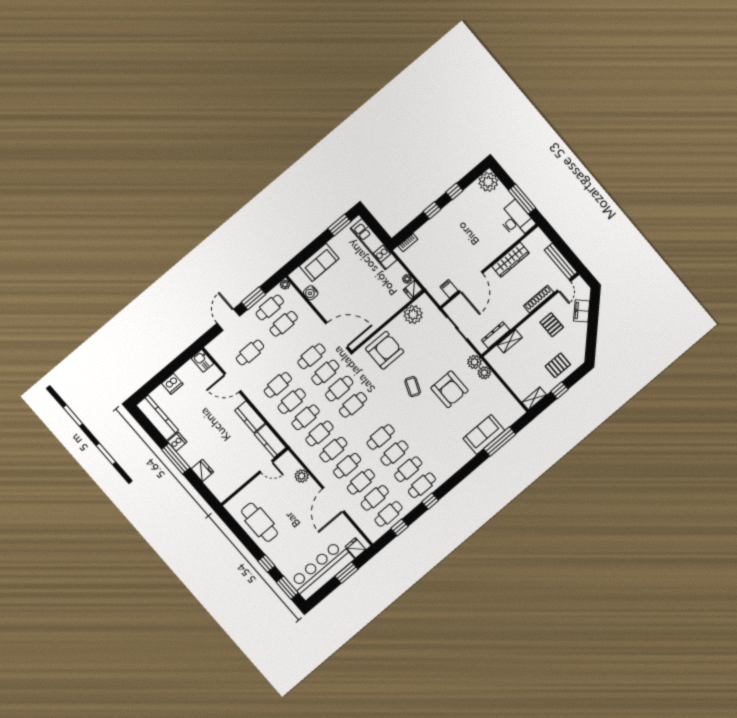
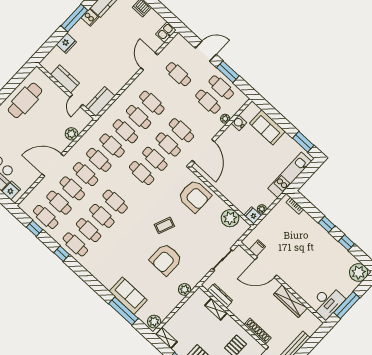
plant: (285, 285) -> (225, 119), moved
plant: (475, 362) -> (154, 322), moved
kitchen counter: (250, 417) -> (65, 79), moved, turned 90

